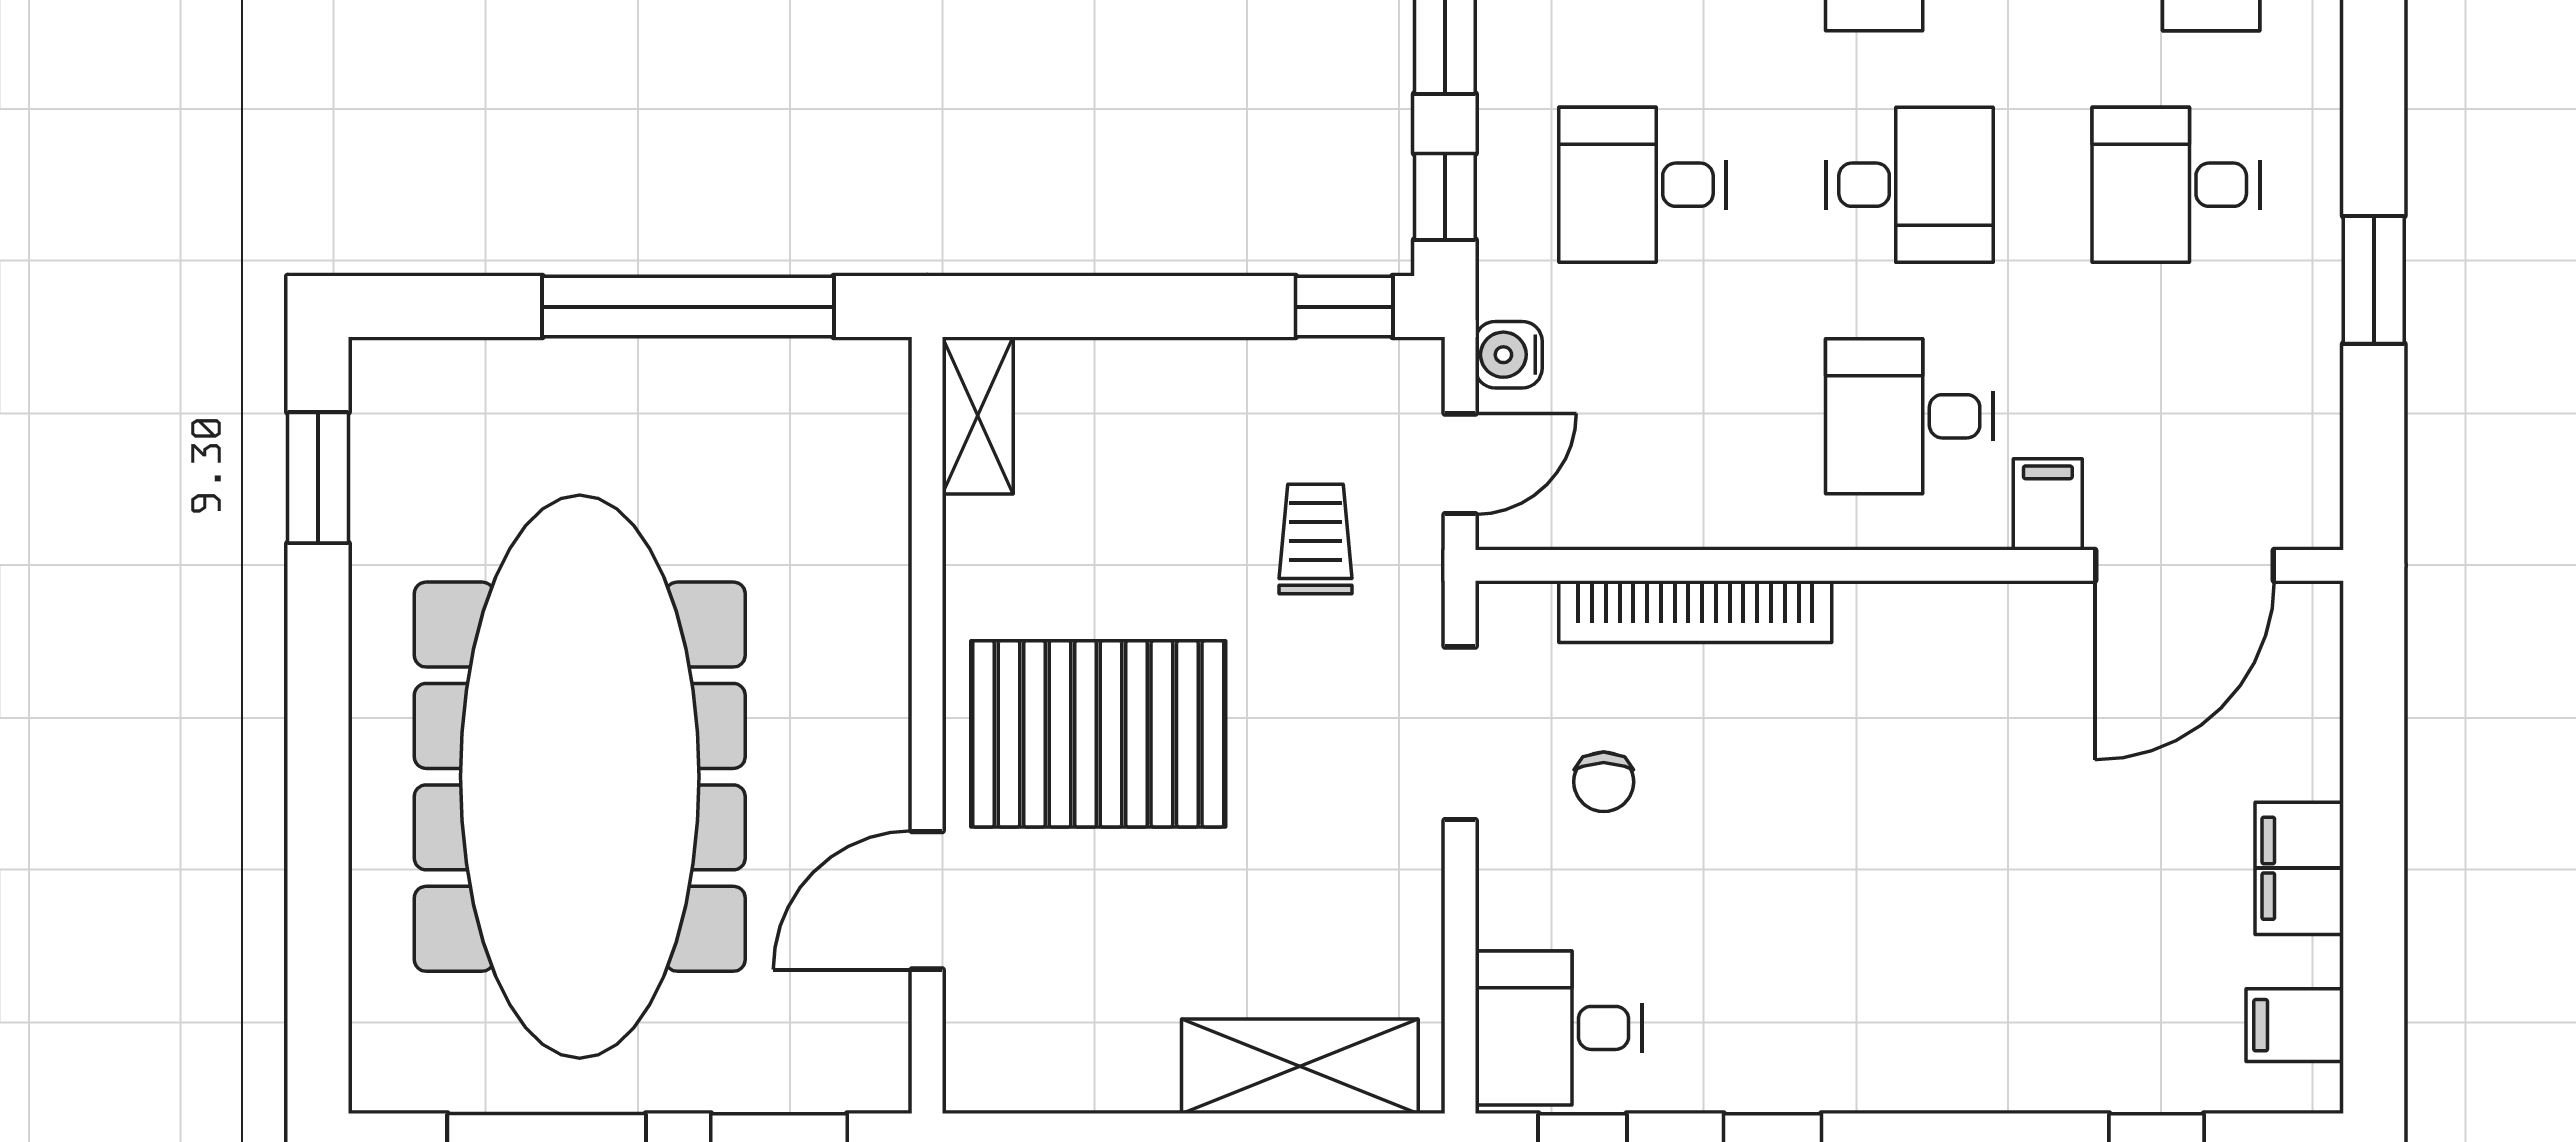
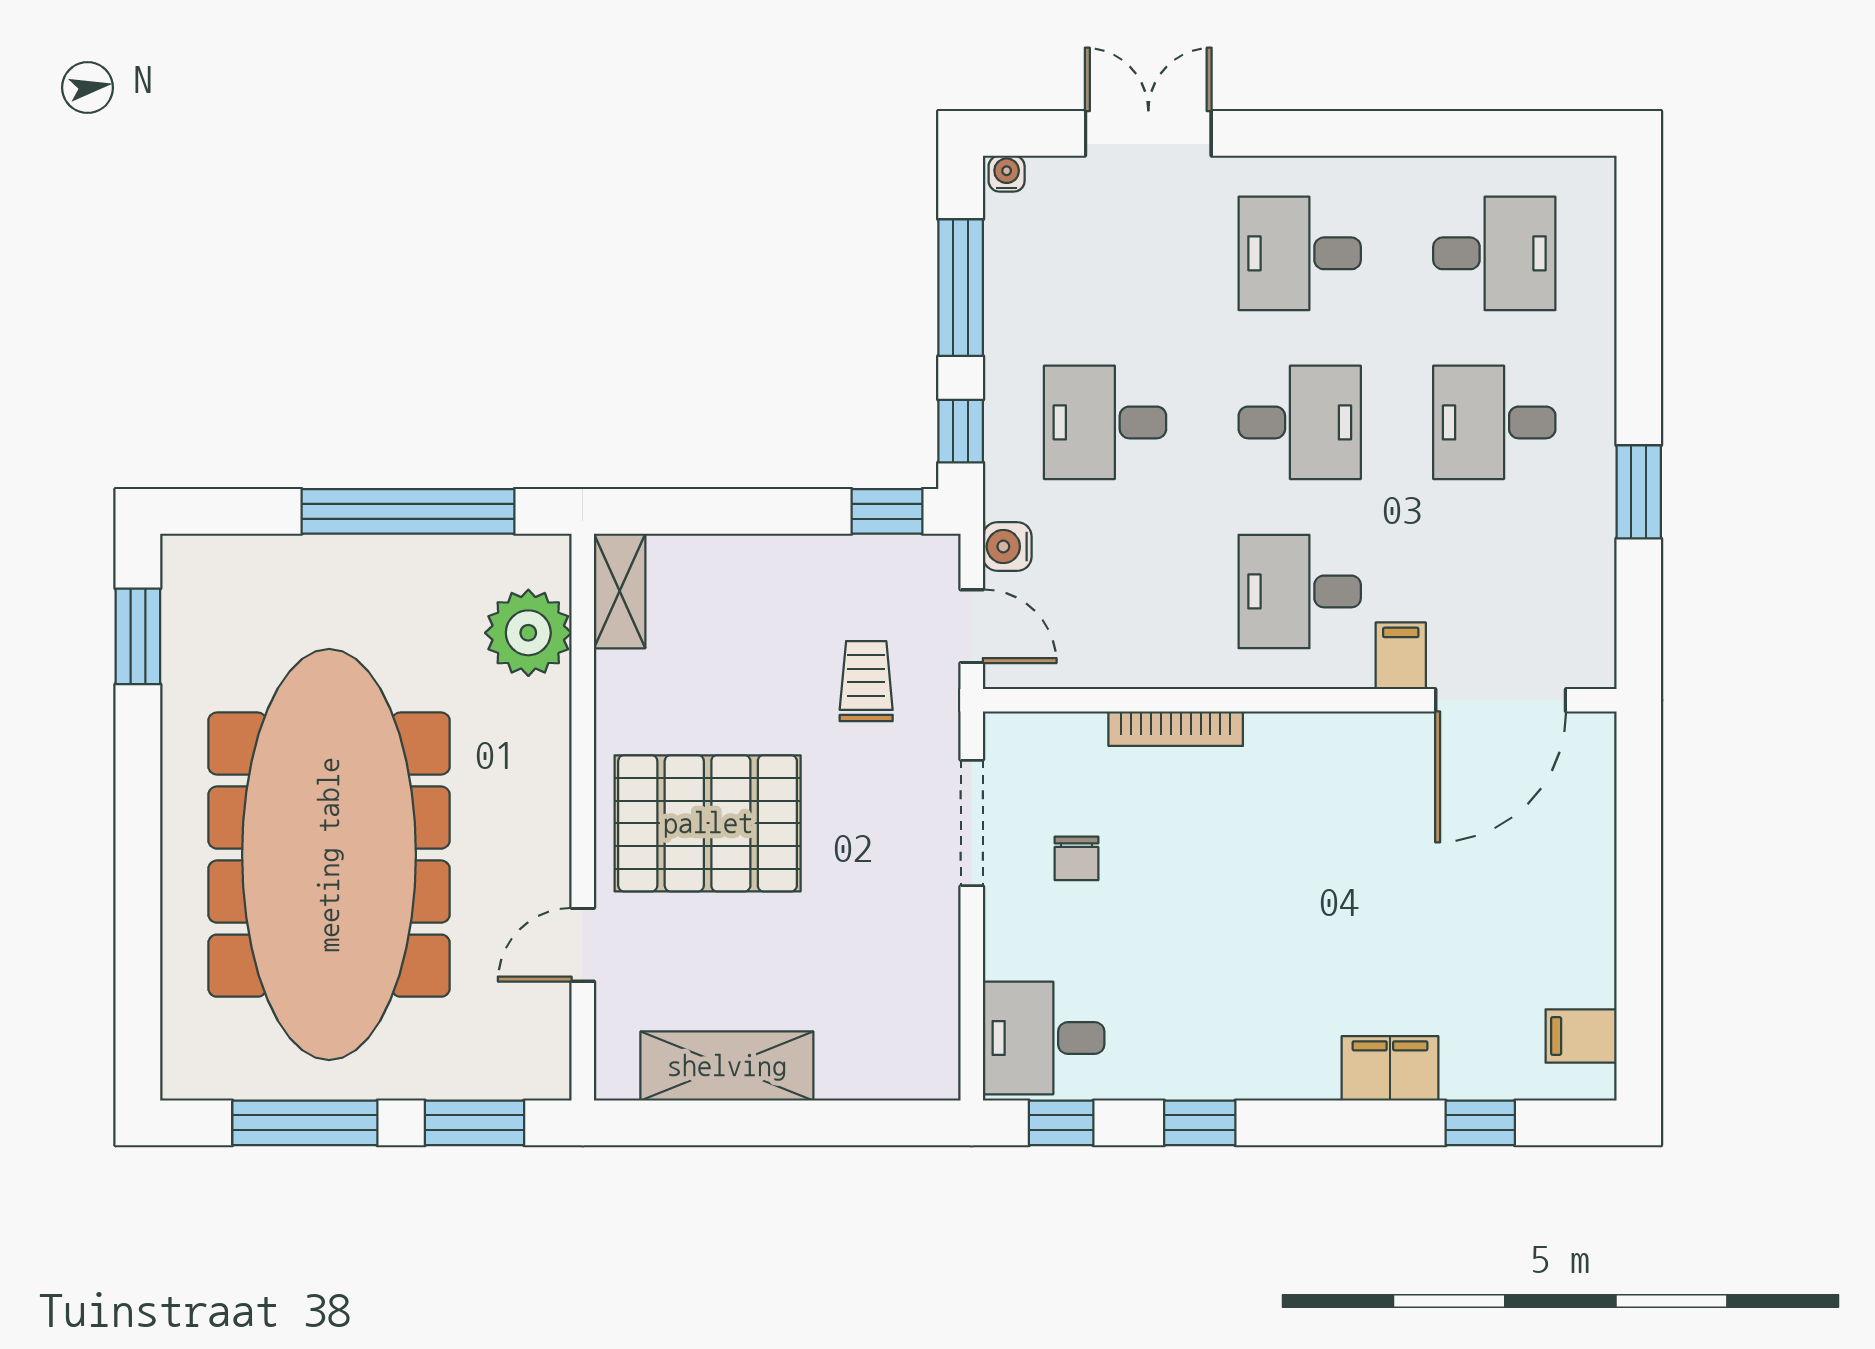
door: (1460, 464) -> (972, 626), hinge flipped
plant: (853, 473) -> (528, 633), added
bookcase: (1695, 612) -> (1176, 729), width x0.68, depth x0.76
filing cabinet: (2299, 868) -> (1390, 1068), moved, turned 90
door: (927, 900) -> (583, 945), width x0.73
shelving: (1300, 1066) -> (727, 1066), moved

